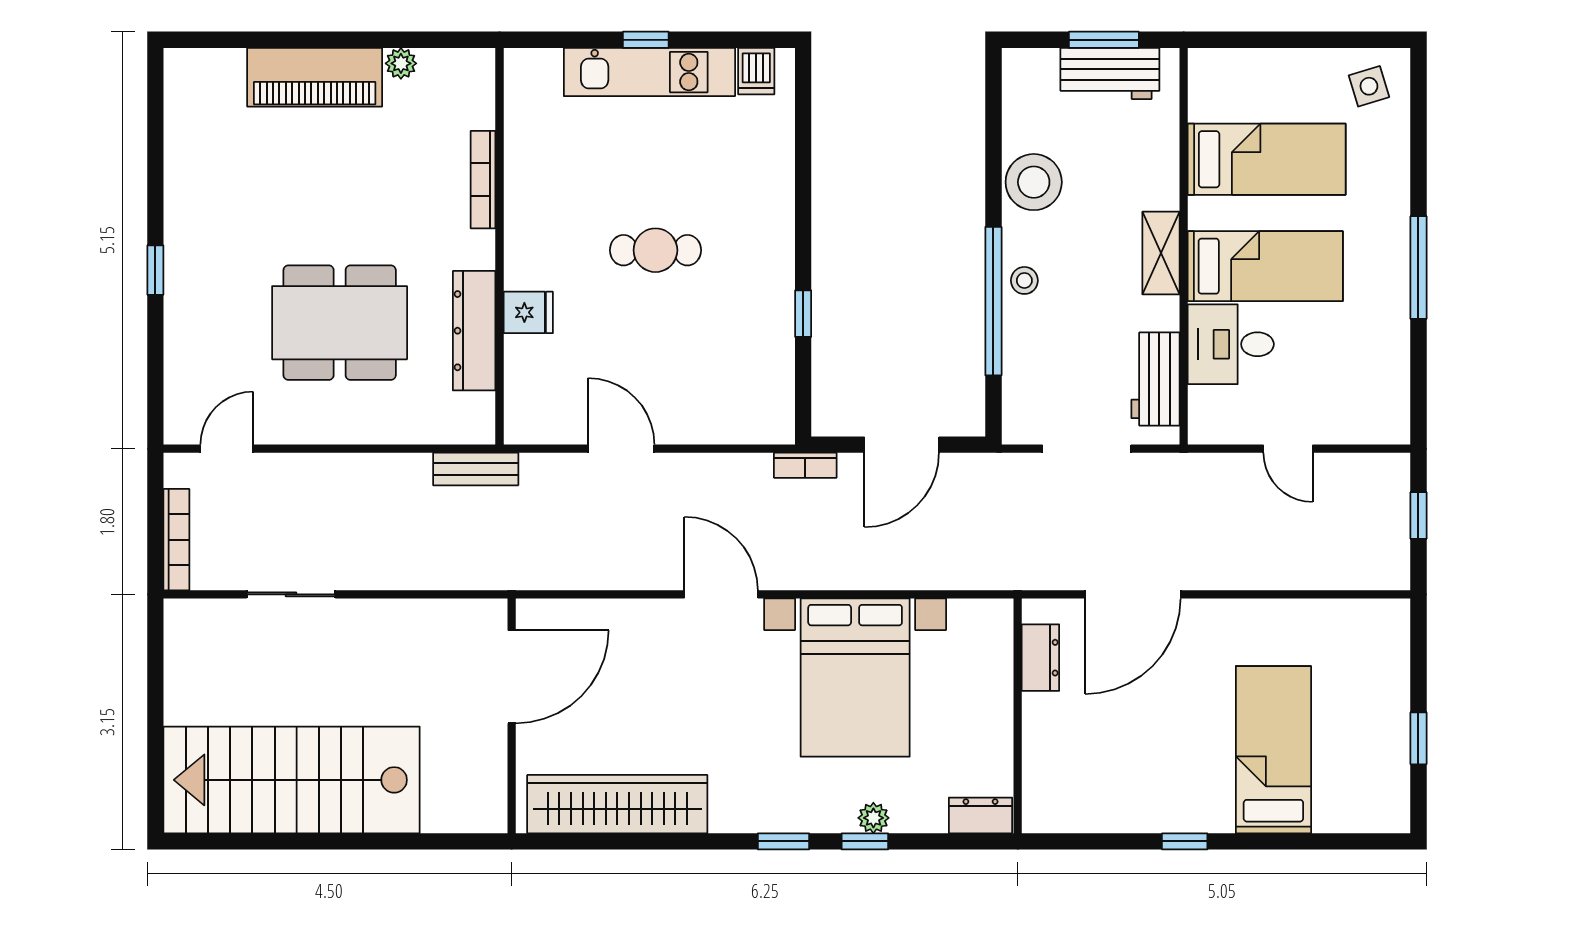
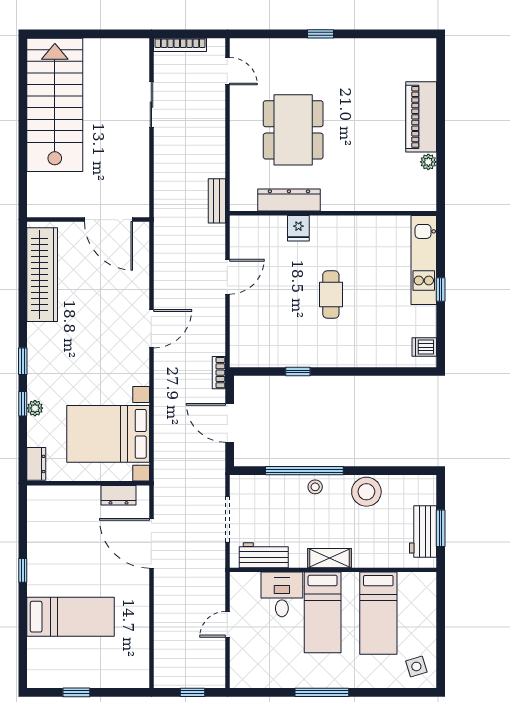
kitchen unit: (649, 72) -> (424, 260), moved
bookcase: (483, 180) -> (368, 205), removed
bed with nightstands: (855, 678) -> (108, 434), moved

